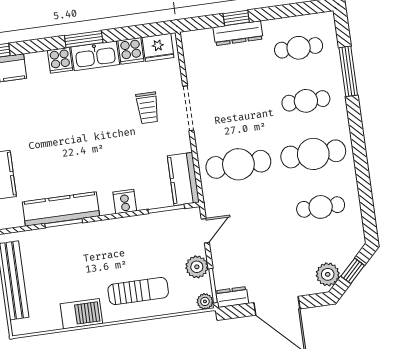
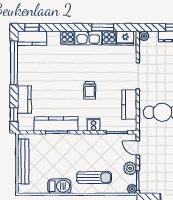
window: (84, 39) -> (103, 27), moved
plant: (189, 39) -> (144, 36), added
trolley: (148, 108) -> (90, 90), moved
kitchen counter: (183, 179) -> (129, 105), moved
door: (205, 231) -> (138, 148), swing flipped
dresser: (232, 297) -> (148, 189), removed

